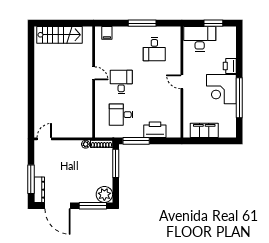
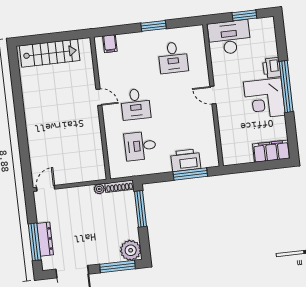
window: (142, 23) -> (154, 26), width x0.69
desk: (121, 82) -> (135, 104), turned 180
window: (239, 98) -> (286, 87), moved
filing cabinet: (204, 130) -> (271, 151), moved
window: (136, 141) -> (190, 174), moved
dresser: (39, 190) -> (45, 239), moved

